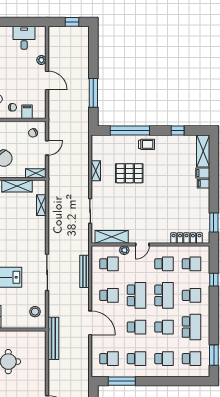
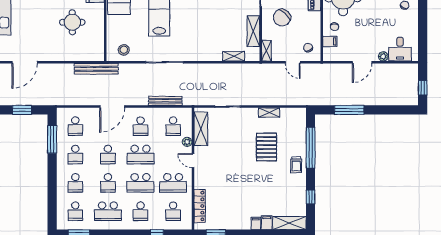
desk: (24, 38) -> (400, 49), moved, turned 90
school desk: (164, 264) -> (173, 183), width x1.85

